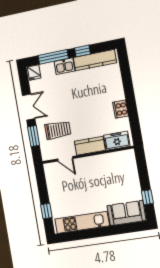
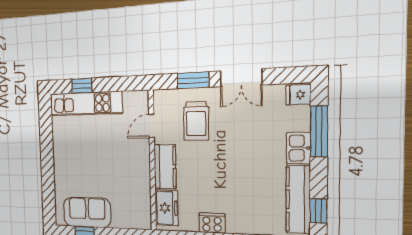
window: (82, 51) -> (318, 211), moved
sofa: (126, 213) -> (87, 212), moved, turned -90
kitchen unit: (82, 222) -> (86, 104), moved, turned 90

